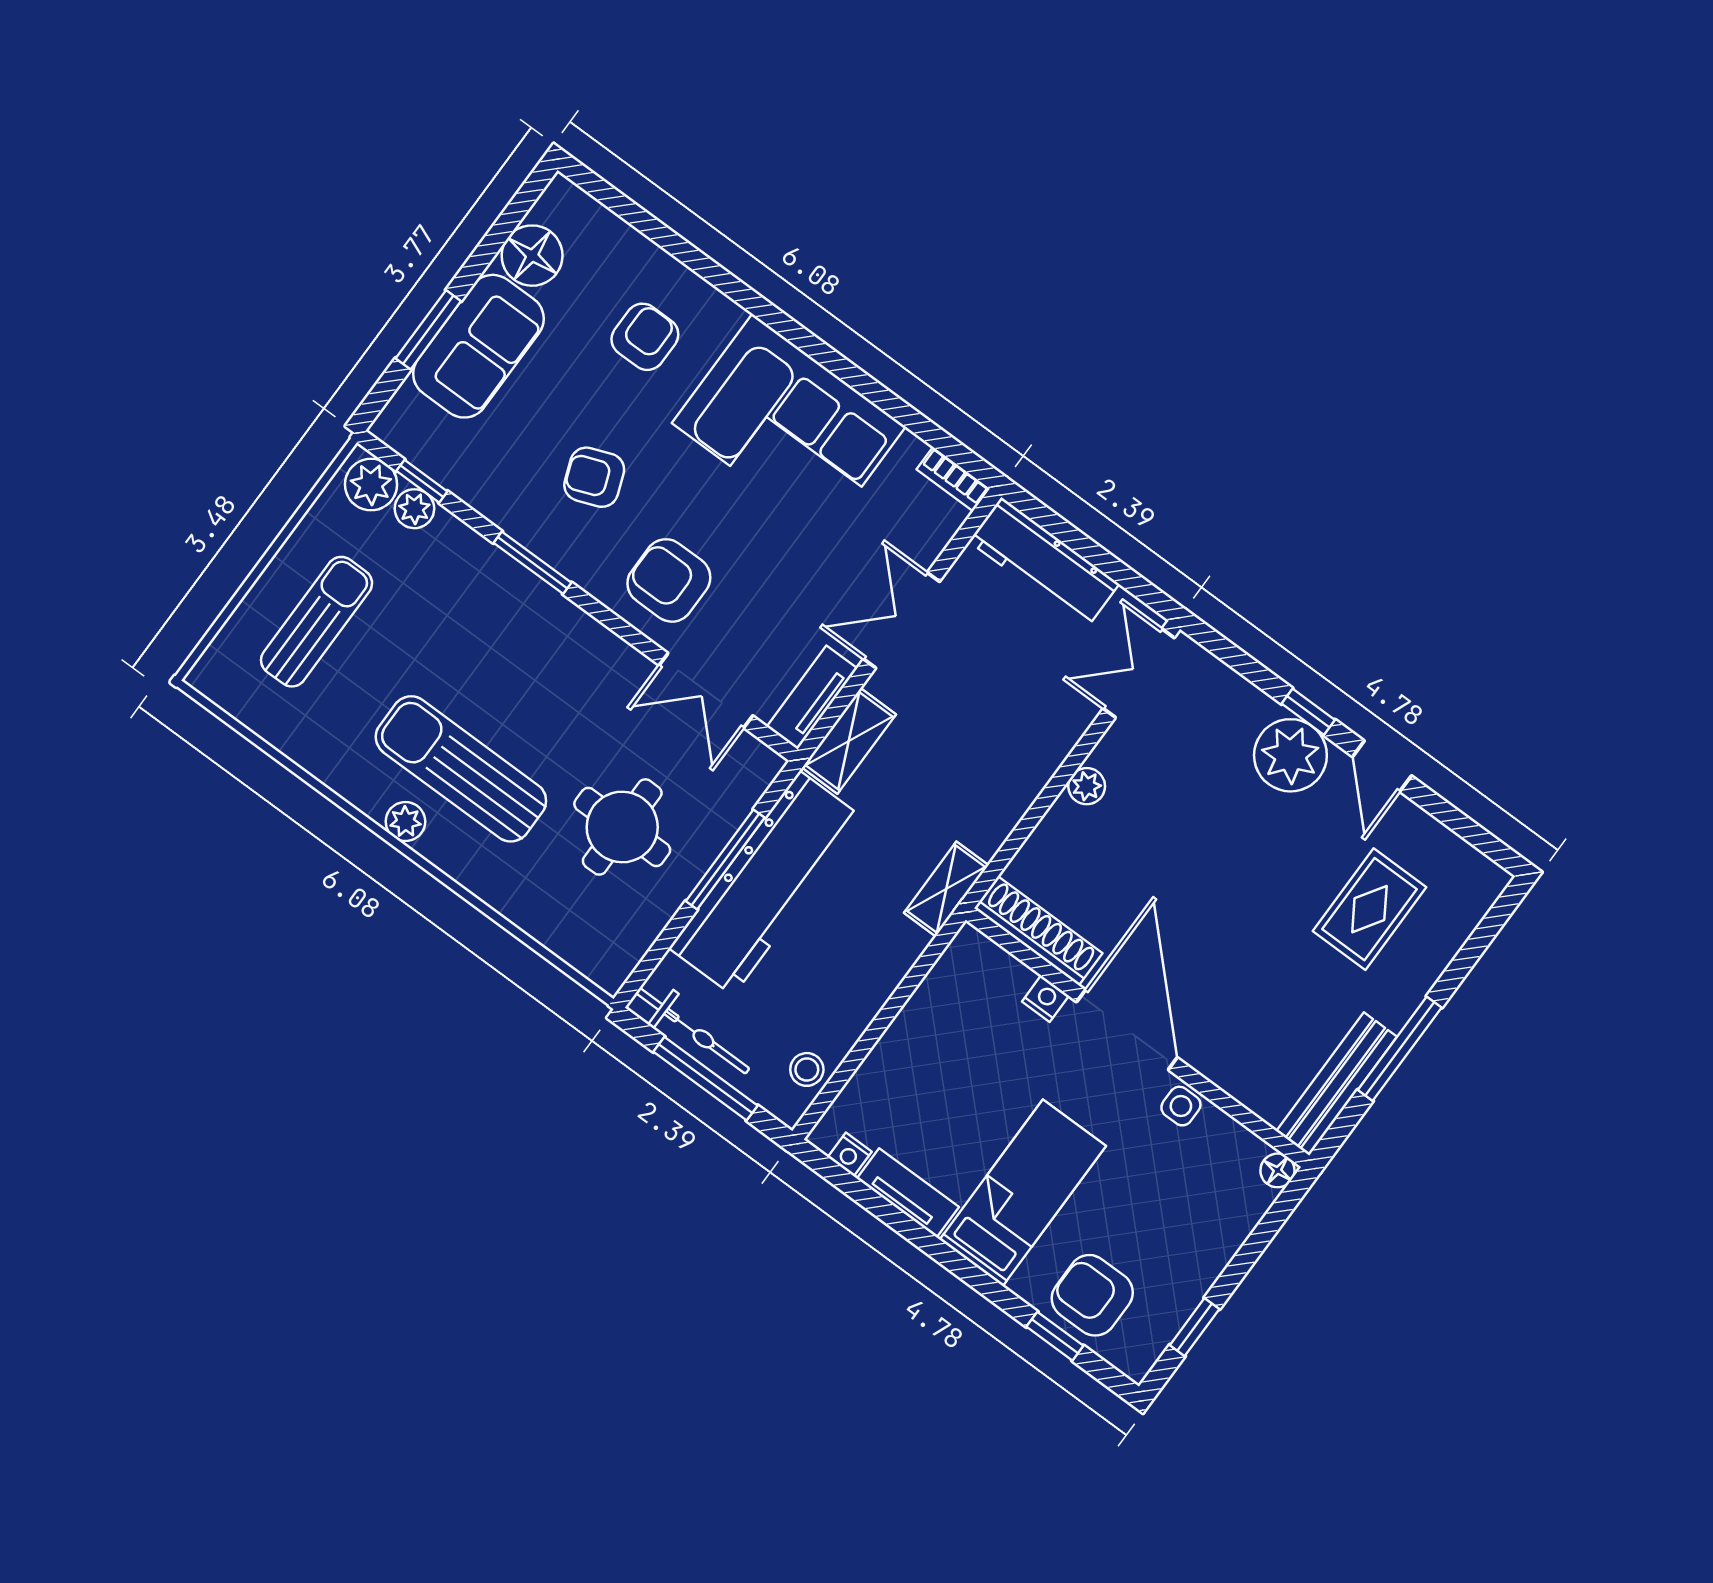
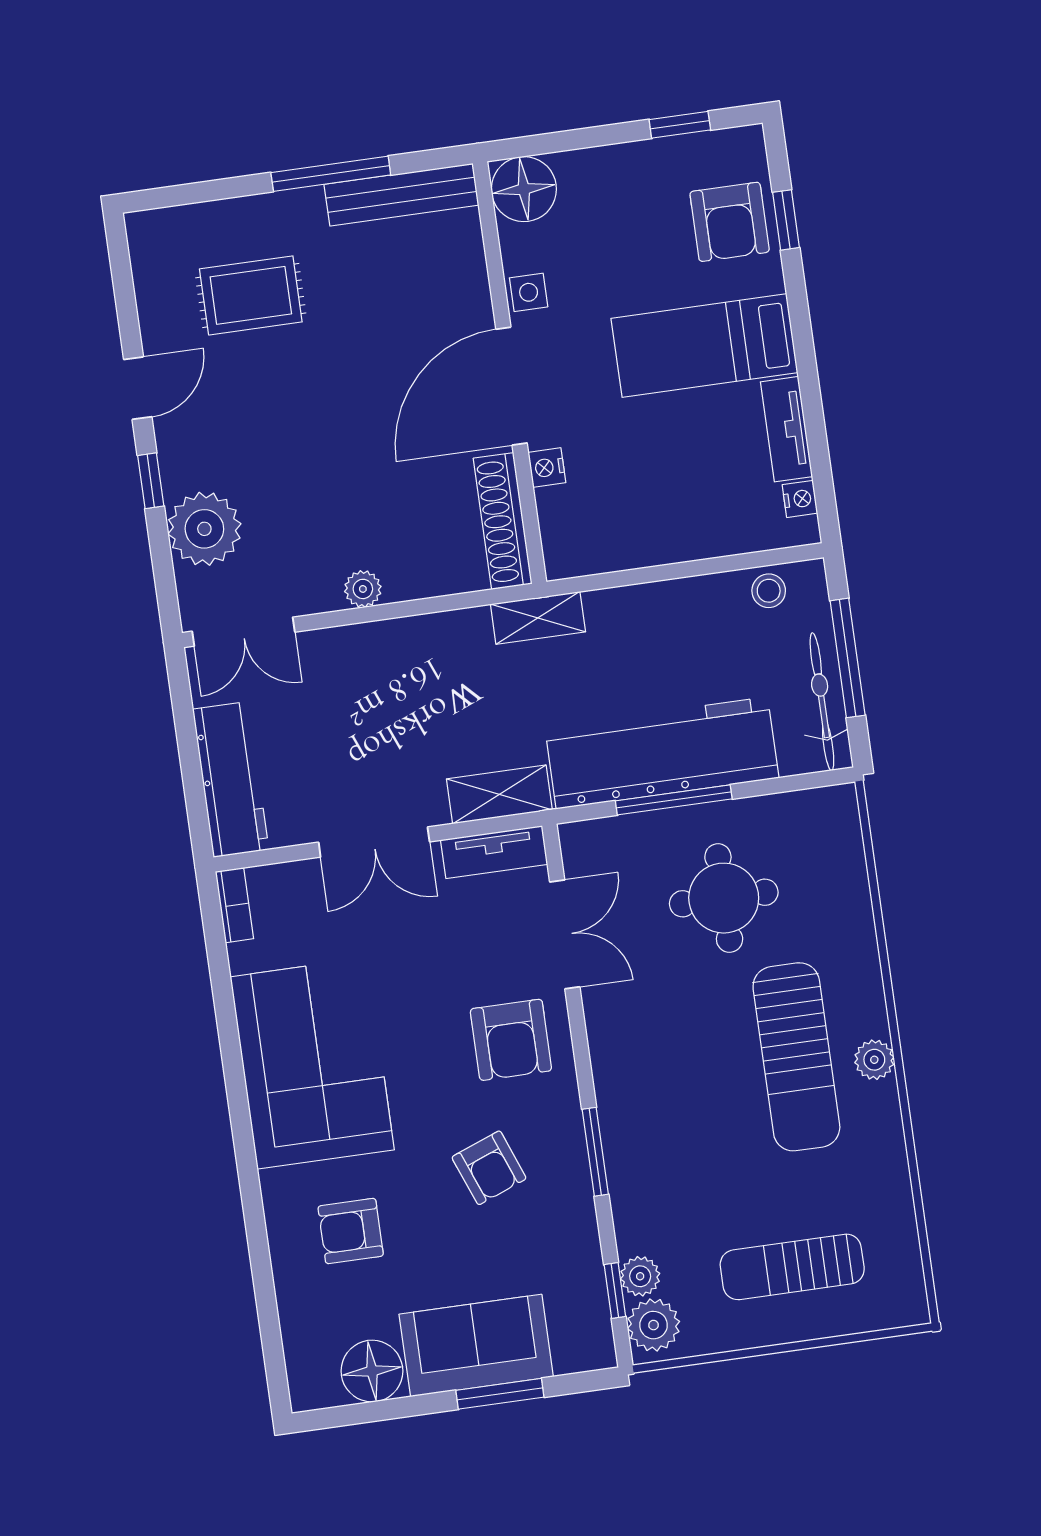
plant: (1290, 755) -> (204, 529), moved
floor lamp: (1277, 1170) -> (524, 189), width x1.89, depth x1.89

